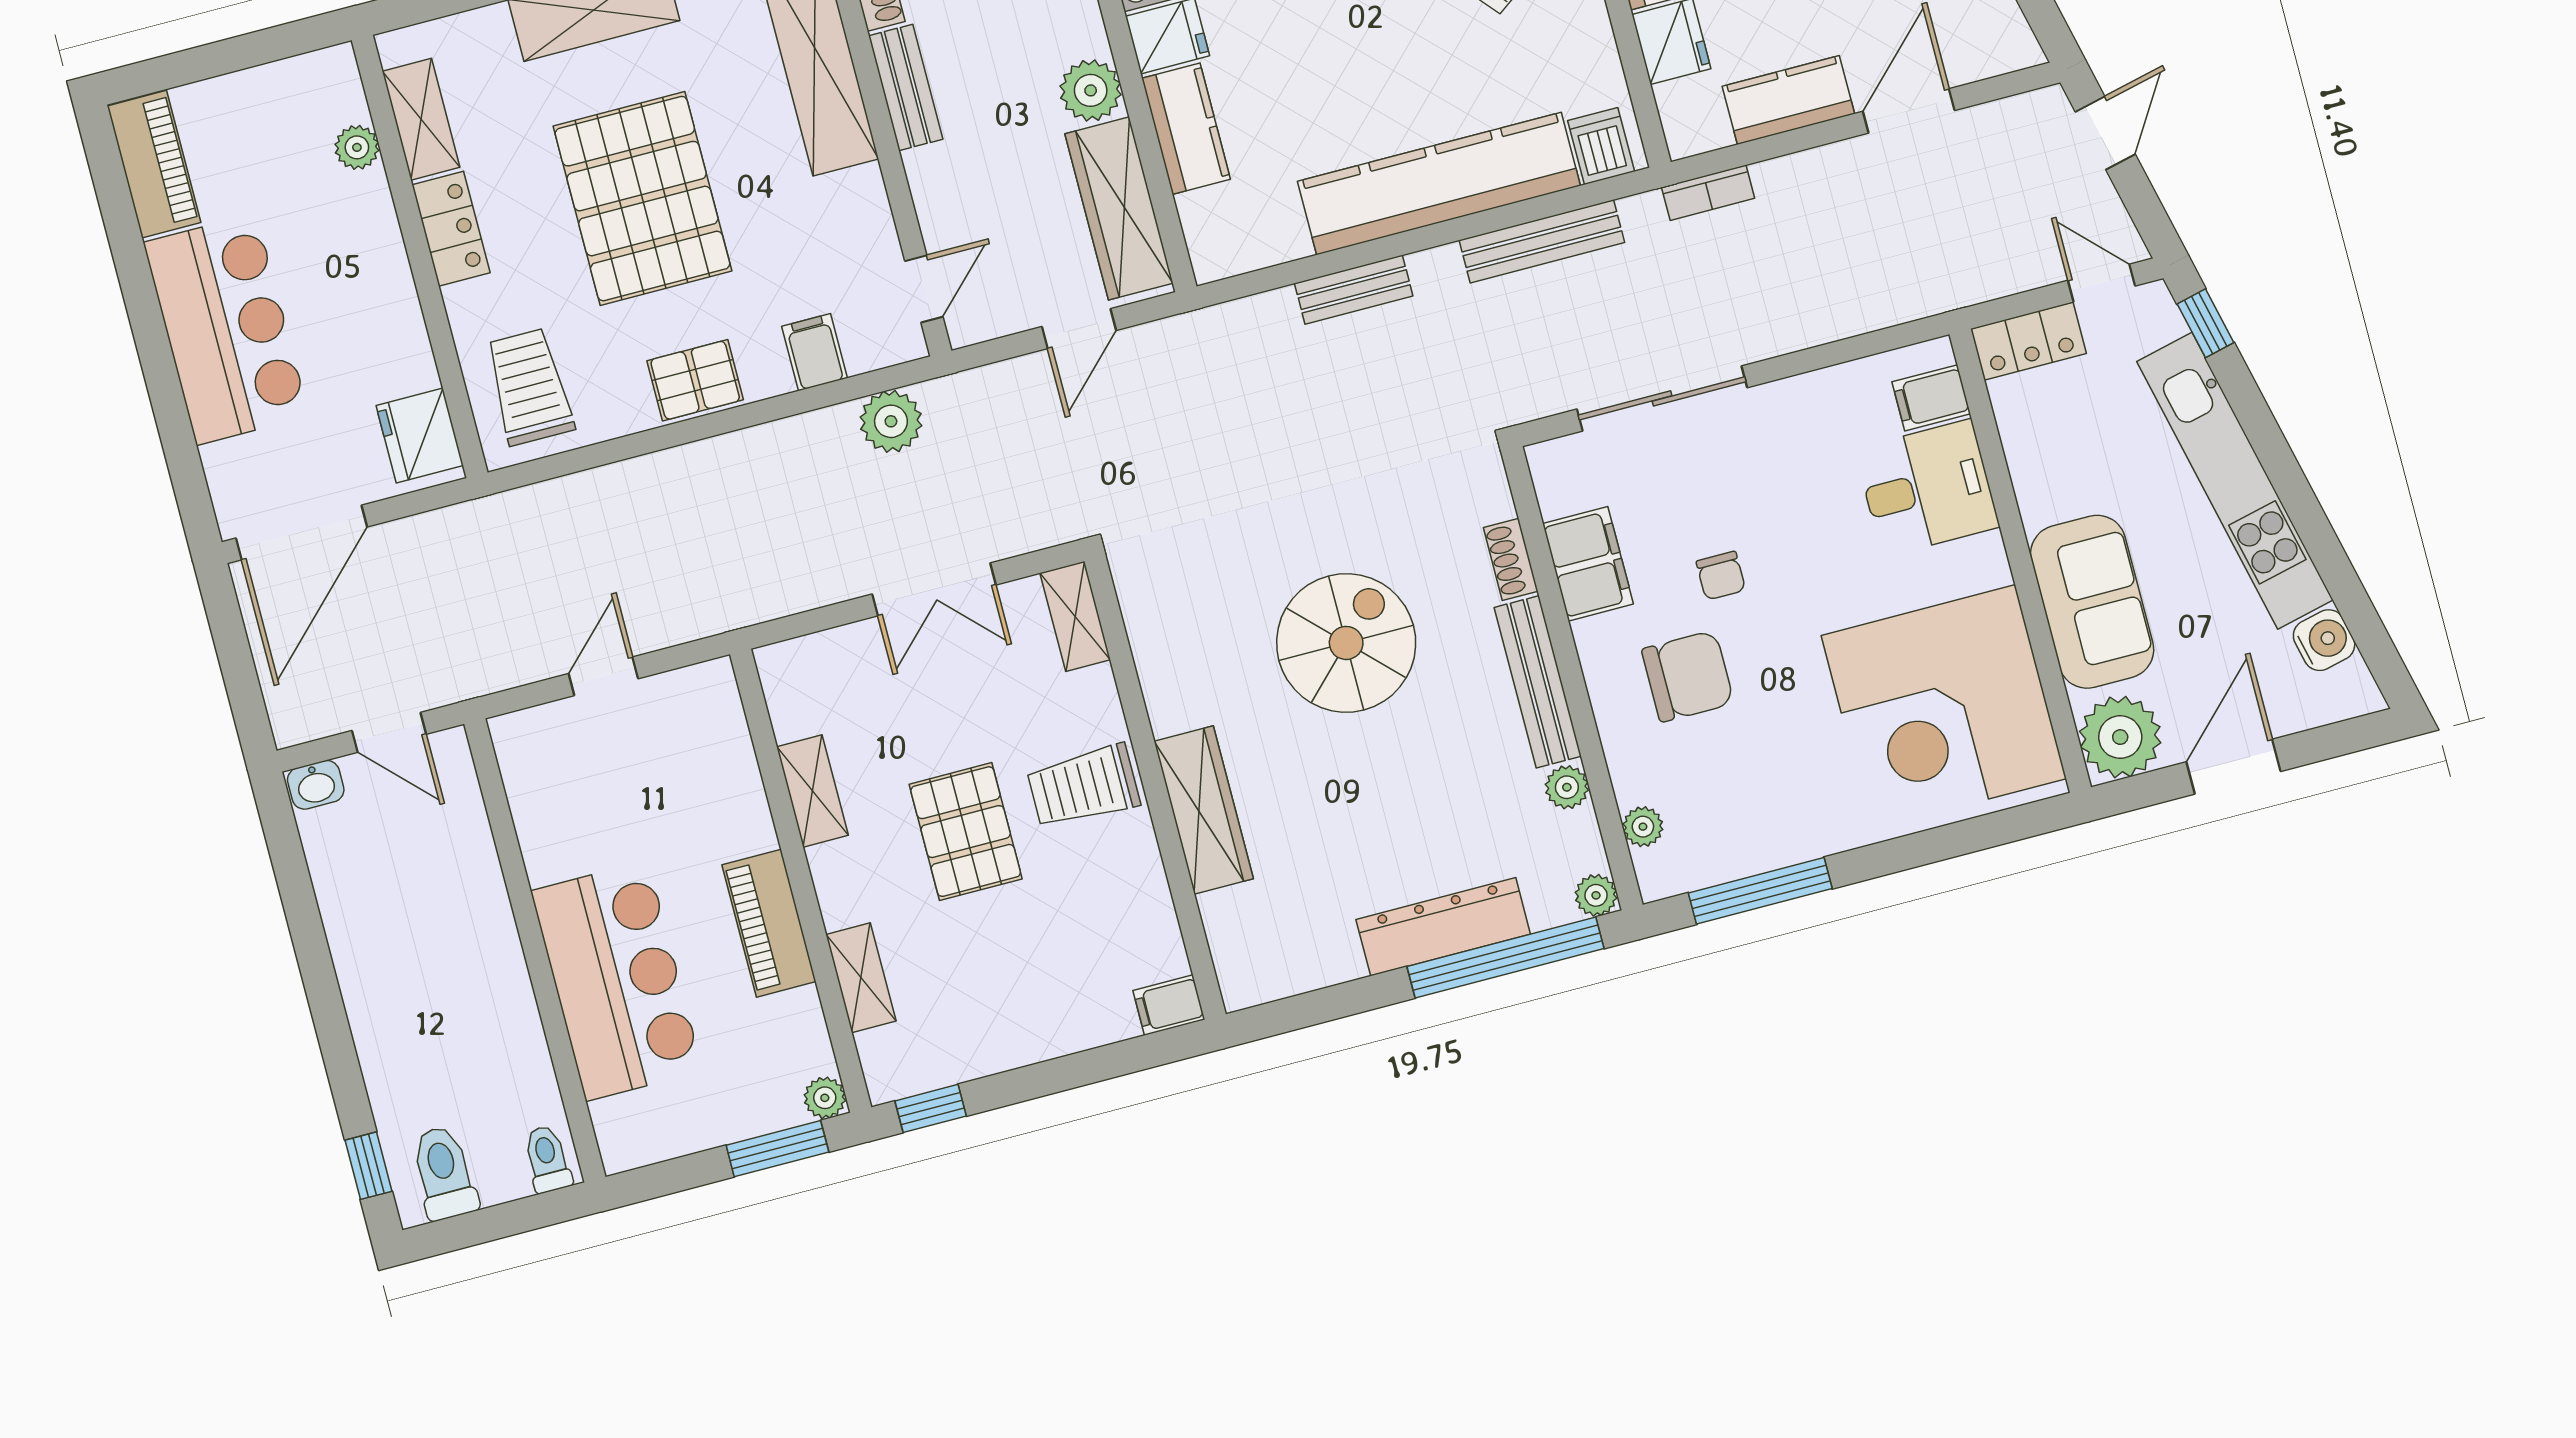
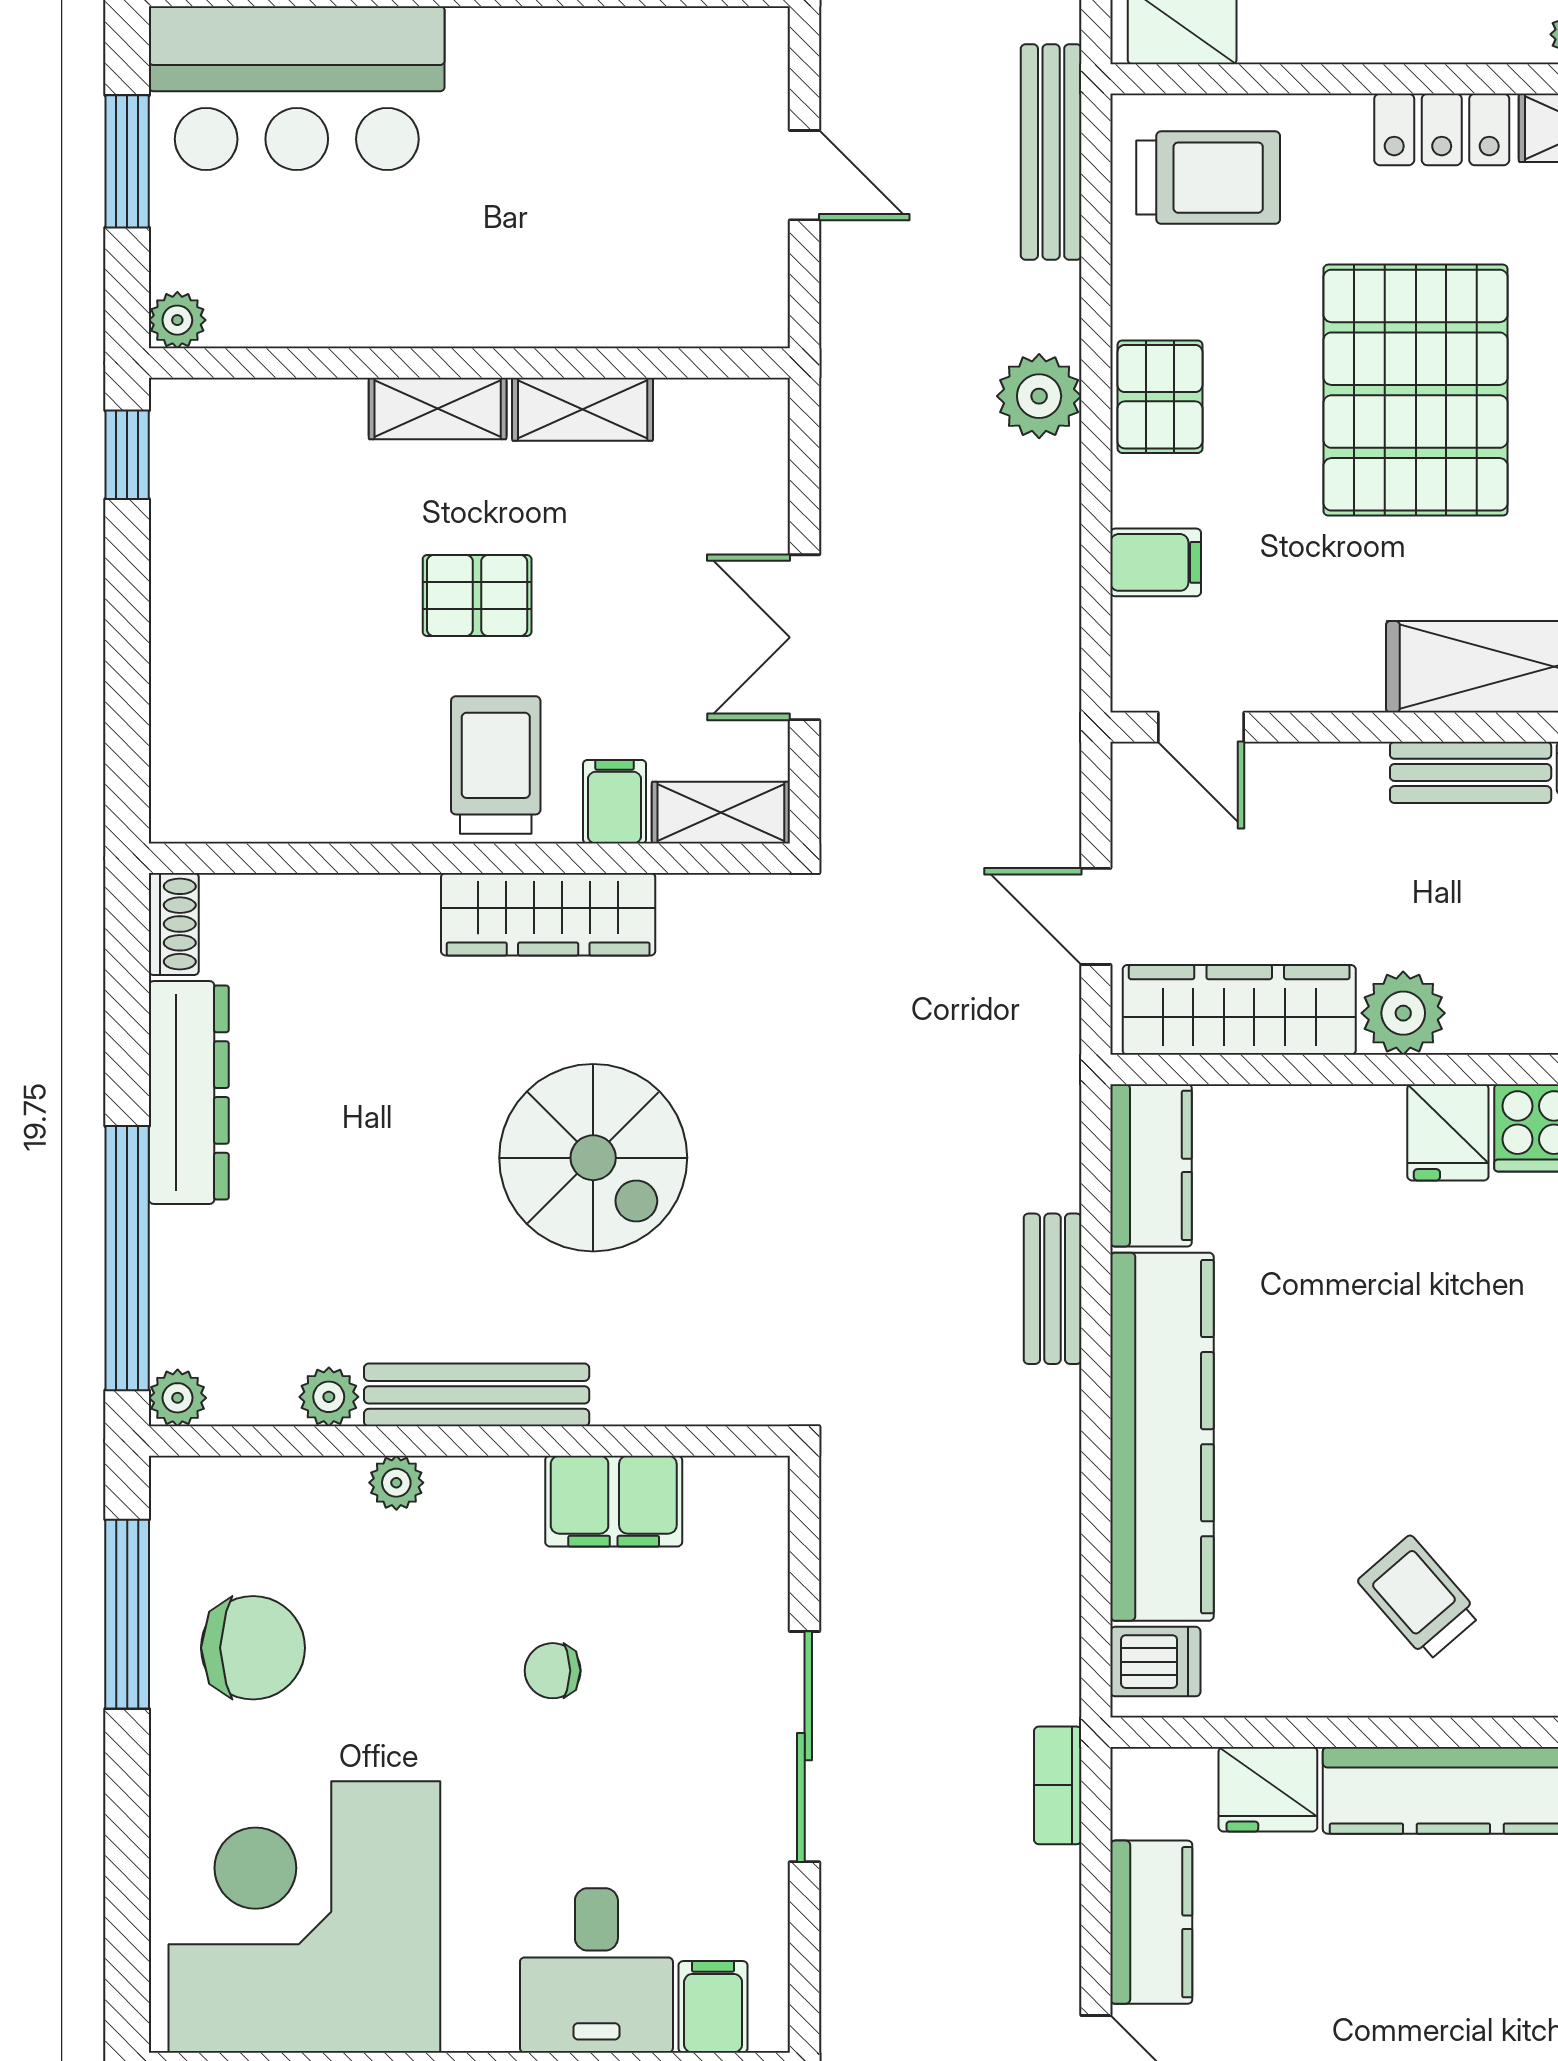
kitchen counter: (1186, 129) -> (1151, 1165), moved, turned -90
pallet: (642, 199) -> (1416, 390), turned 90
bench: (1542, 241) -> (1051, 152), moved
sliding door: (1662, 398) -> (805, 1747), moved
plant: (891, 421) -> (1039, 396), moved
shoe rack: (1511, 559) -> (174, 924), moved, turned 90
chair: (1688, 676) -> (253, 1648), moved, turned -90
wardrobe: (1204, 810) -> (548, 914), moved
plant: (1643, 827) -> (396, 1483), moved
pallet: (966, 832) -> (477, 595), width x0.67, depth x0.71
piano: (769, 923) -> (425, 307), removed
dresser: (1443, 927) -> (189, 1093), moved
shelving: (861, 978) -> (438, 408), moved
bar counter: (617, 981) -> (297, 88), moved
filing cabinet: (1169, 1005) -> (615, 802), moved
window: (777, 1149) -> (127, 161), moved

